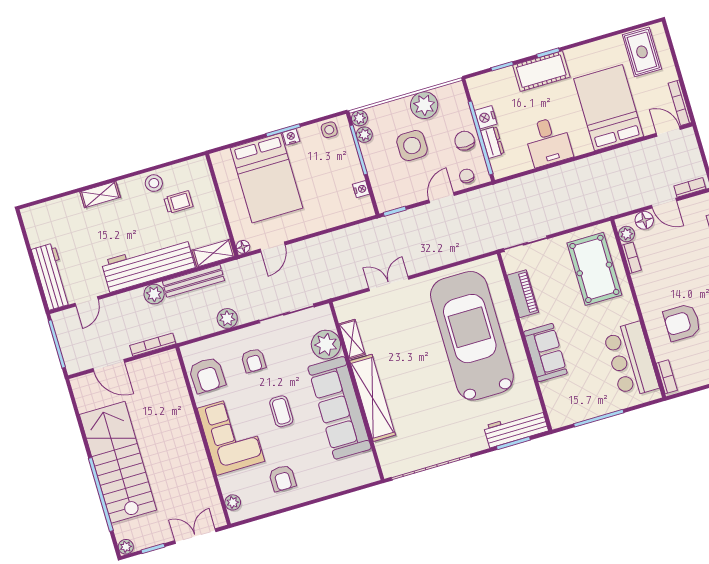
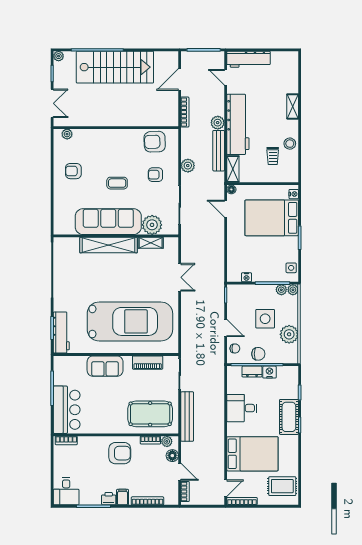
nightstand: (291, 137) -> (294, 194), moved
door: (664, 203) -> (180, 472), swing flipped
bench: (583, 215) -> (187, 417), added
armchair: (682, 322) -> (120, 453), moved, turned 90
bar counter: (631, 360) -> (67, 410), moved, turned 90
corner sofa: (231, 435) -> (111, 146), removed

